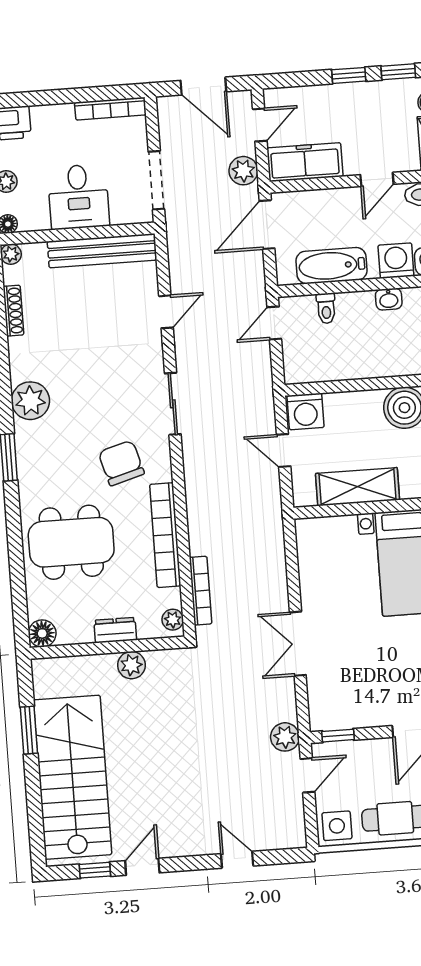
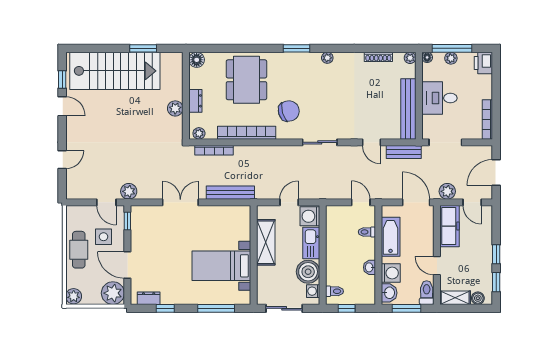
bench: (179, 253) -> (404, 152), added
plant: (30, 401) -> (327, 58), width x0.53, depth x0.53
kitchen sink: (353, 406) -> (311, 243), added
bench: (274, 556) -> (230, 193), added
side table: (337, 826) -> (104, 237), moved

